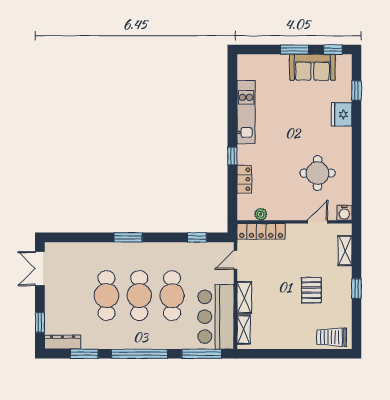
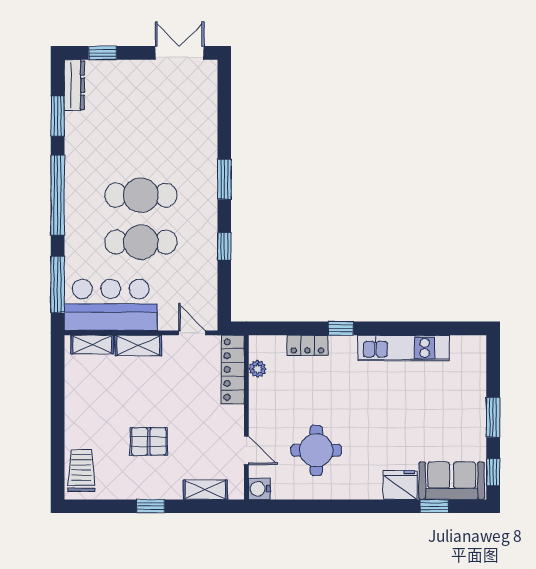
sofa: (312, 67) -> (452, 481), moved, turned 90
window: (197, 237) -> (224, 246), moved
cafe table: (106, 296) -> (141, 148), removed

